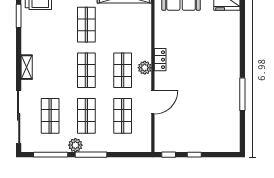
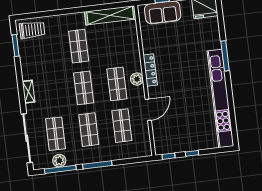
locker: (160, 60) -> (150, 70), width x1.53
window: (242, 94) -> (225, 56), moved
kitchen unit: (232, 99) -> (220, 98), added
plant: (75, 145) -> (59, 161), moved

